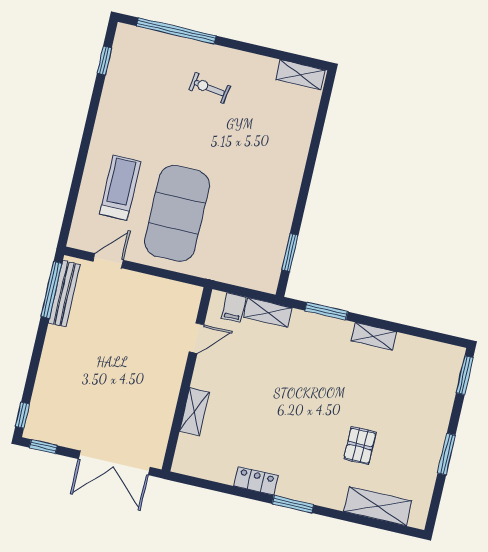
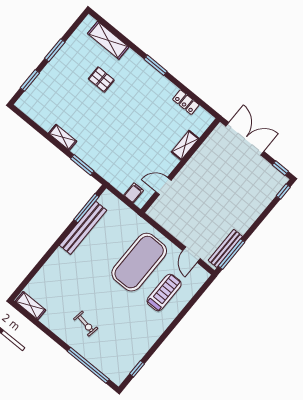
treadmill: (120, 188) -> (164, 292), turned 180
bench: (281, 222) -> (83, 228), added
window: (290, 252) -> (86, 208), width x1.44
door: (108, 261) -> (191, 255), hinge flipped
shelving: (268, 312) -> (116, 181), removed
window: (465, 375) -> (30, 80), moved
pallet: (360, 446) -> (101, 79), turned 90
locker: (256, 481) -> (186, 102), moved

